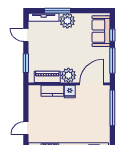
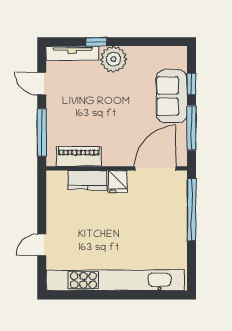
window: (57, 11) -> (96, 42), width x0.46
sofa: (101, 31) -> (172, 96), moved
window: (26, 63) -> (42, 132), width x1.44
plant: (68, 75) -> (115, 153), removed

